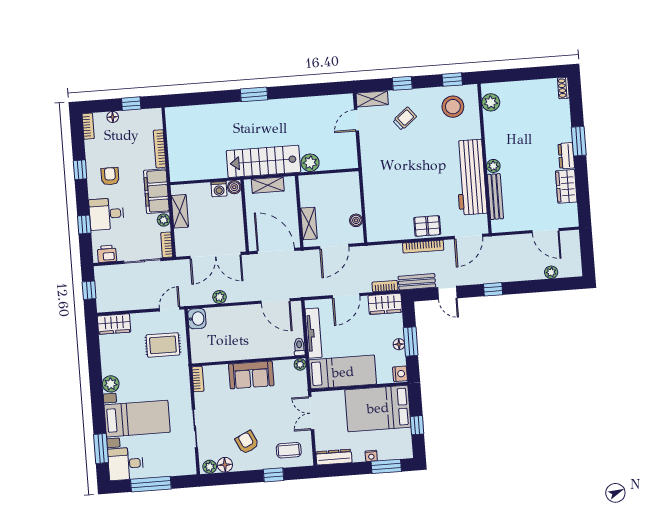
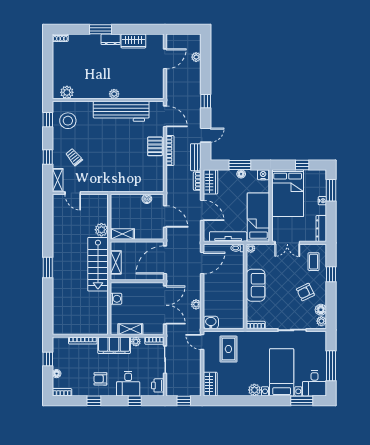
boiler: (234, 187) -> (115, 287), removed
bench: (495, 197) -> (137, 94), removed
shelving: (309, 223) -> (122, 234), moved

